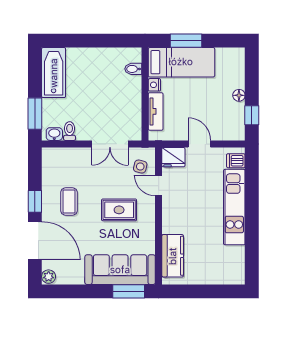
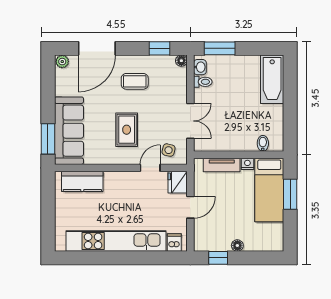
bathtub: (54, 73) -> (272, 79), moved, turned 90
double door: (110, 144) -> (190, 121), swing flipped
floor lamp: (48, 153) -> (181, 61), added
window: (35, 201) -> (159, 48), moved
kitchen unit: (234, 207) -> (116, 241), width x1.36

